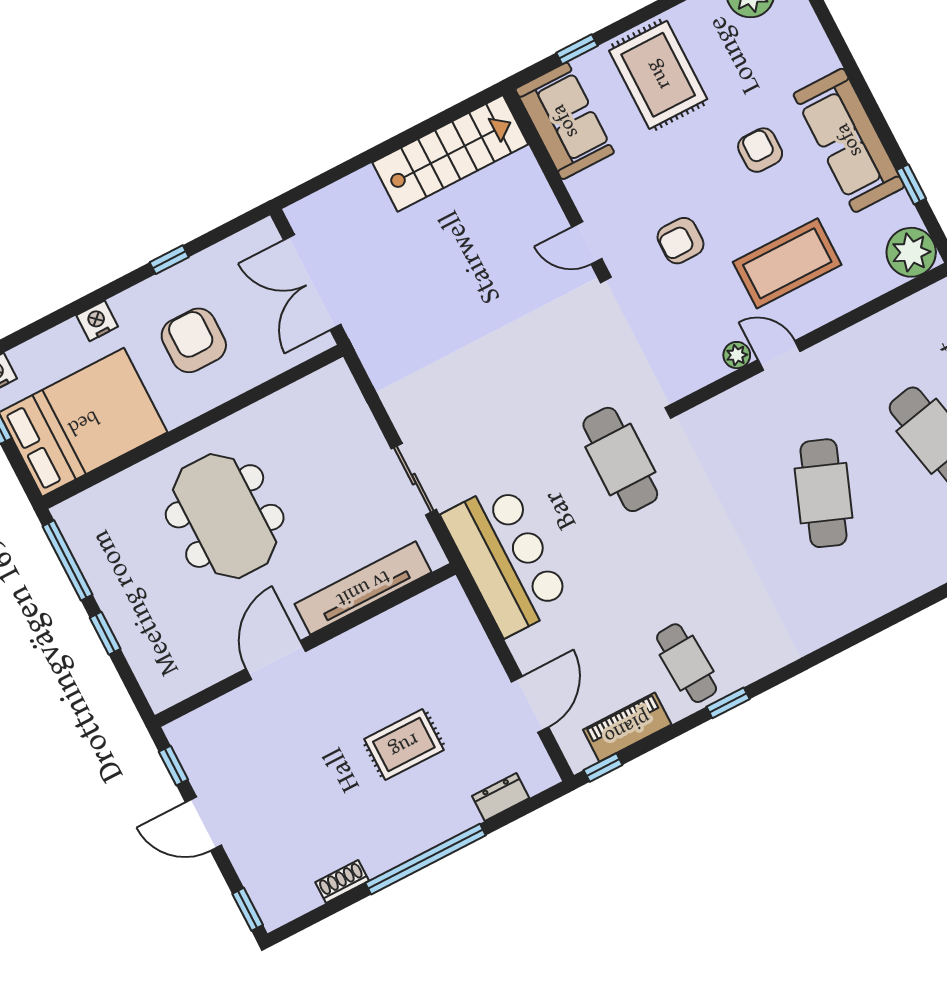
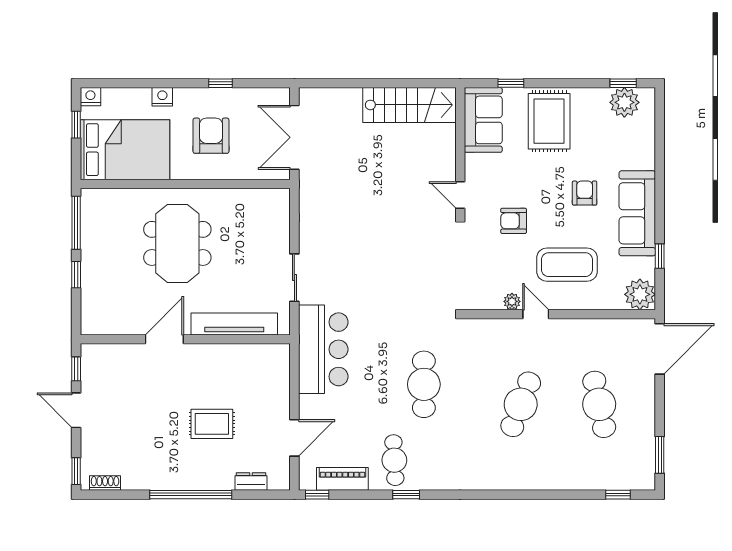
cafe table: (620, 459) -> (424, 384), moved
shoe rack: (342, 881) -> (105, 483), moved

